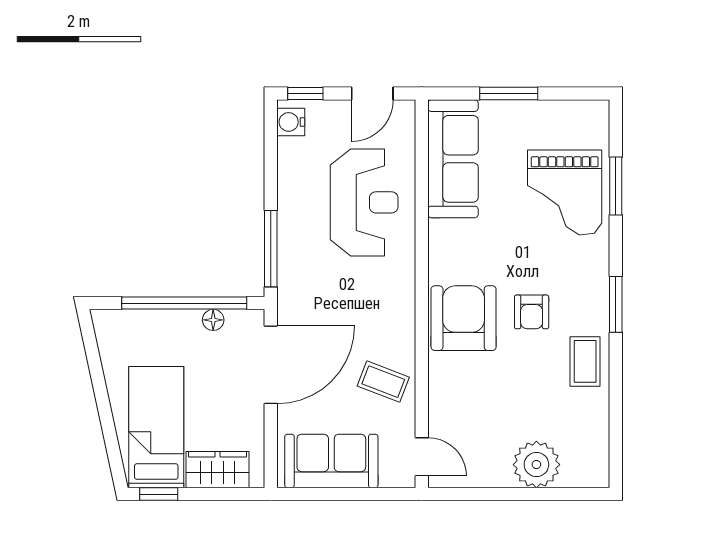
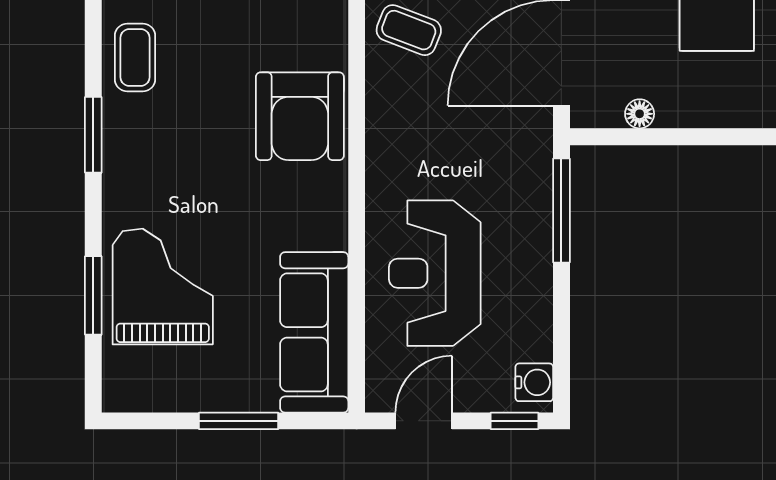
window: (184, 303) -> (679, 137), removed
armchair: (532, 312) -> (208, 125), removed

